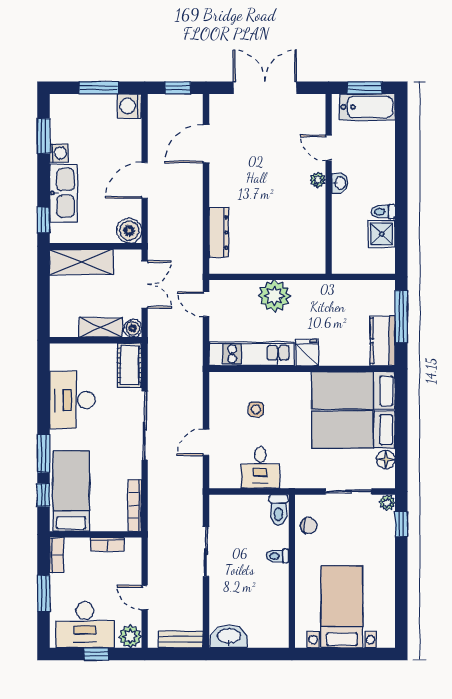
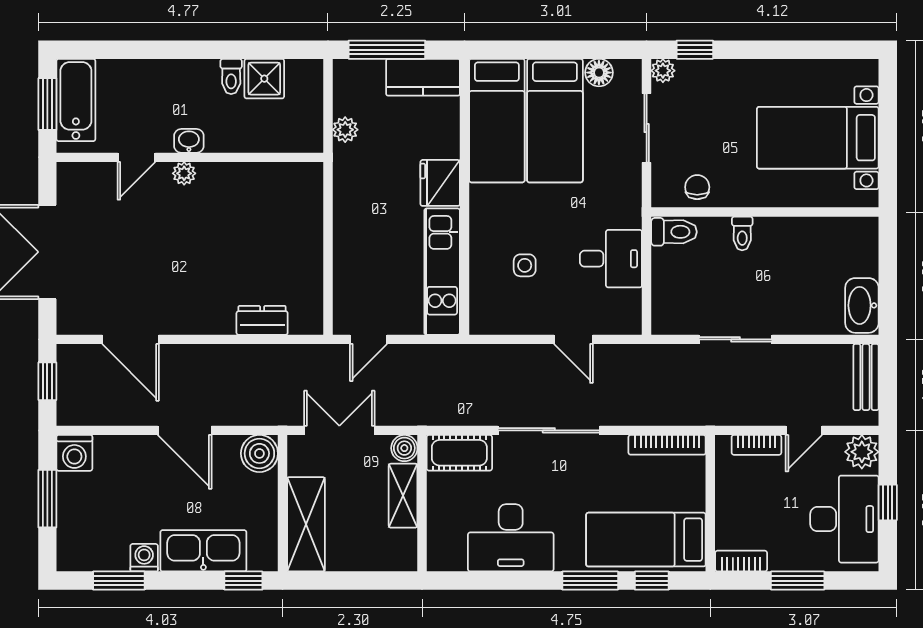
dresser: (219, 232) -> (262, 320), width x0.70
plant: (274, 296) -> (345, 130), moved, width x0.53, depth x0.53
fridge: (307, 352) -> (440, 183), width x1.38
bookcase: (107, 544) -> (756, 445), moved, turned 90

